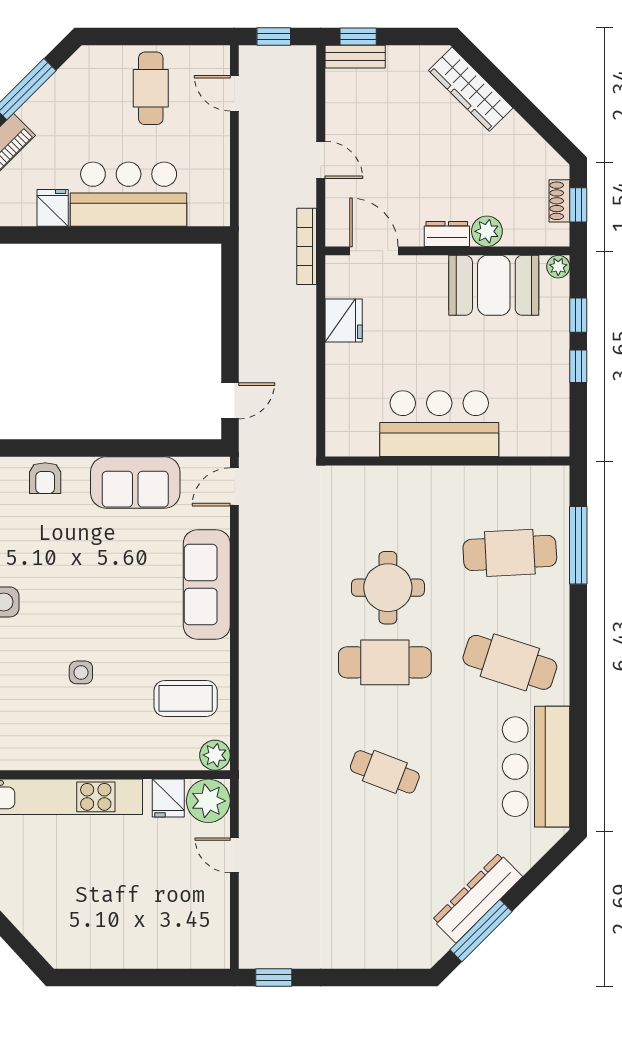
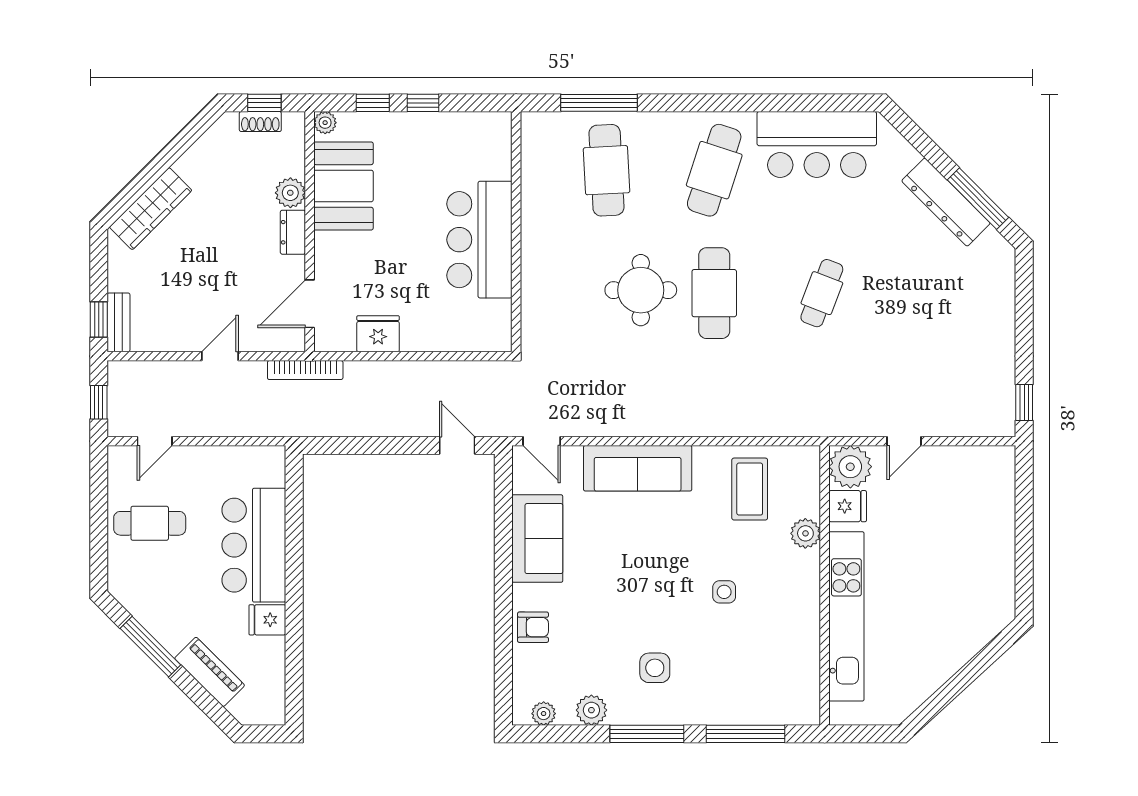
plant: (215, 755) -> (805, 533), moved

